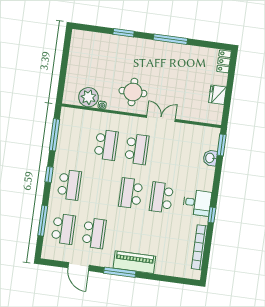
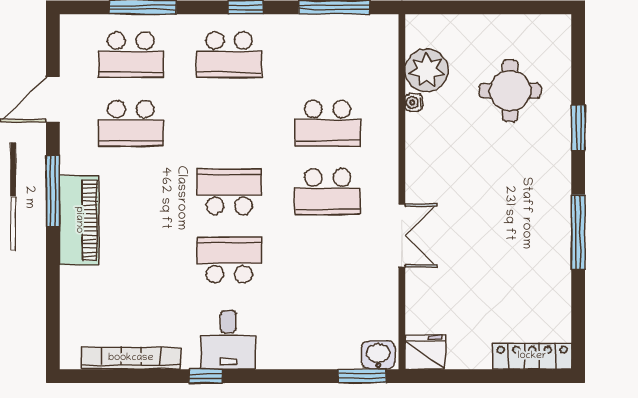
locker: (224, 61) -> (532, 356), width x1.53
round table: (133, 92) -> (510, 91), moved
fridge: (218, 95) -> (425, 352), moved
washbasin: (210, 158) -> (378, 355), moved

